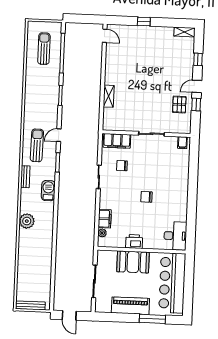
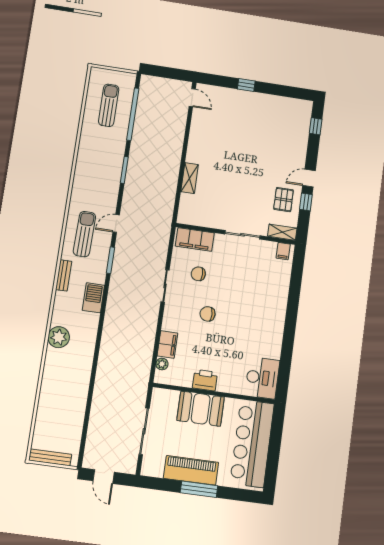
shelving: (184, 32) -> (282, 232), moved
window: (198, 59) -> (316, 126), moved
chair: (146, 197) -> (207, 314), moved
window: (152, 319) -> (199, 489), moved

